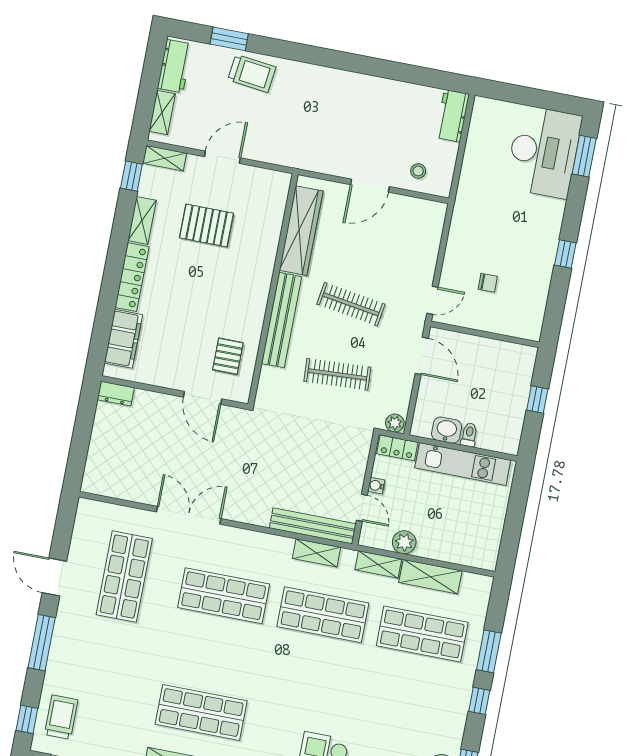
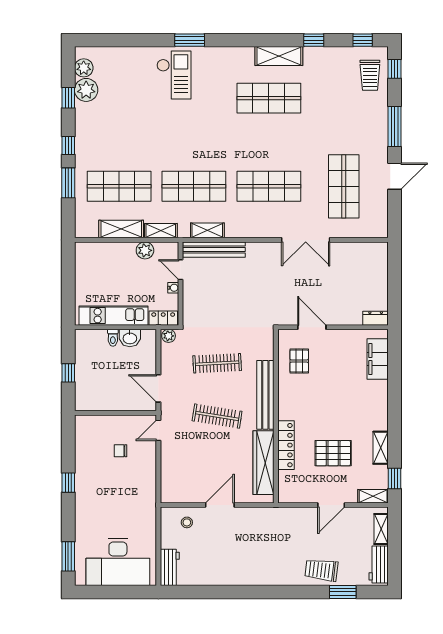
desk: (544, 152) -> (118, 562), moved, turned -90
locker: (132, 277) -> (286, 445), moved, turned 180
door: (54, 577) -> (395, 176), hinge flipped

